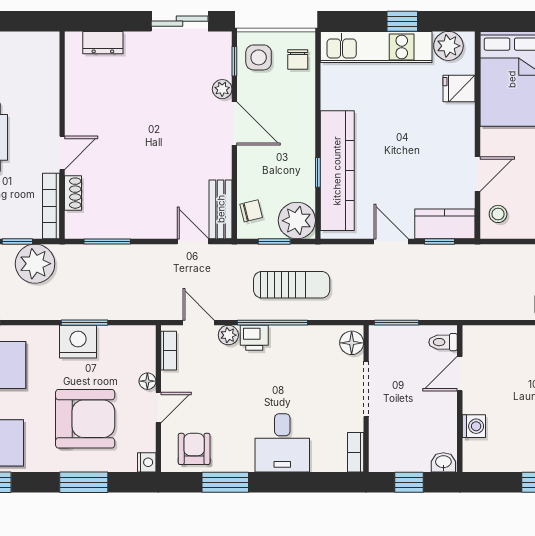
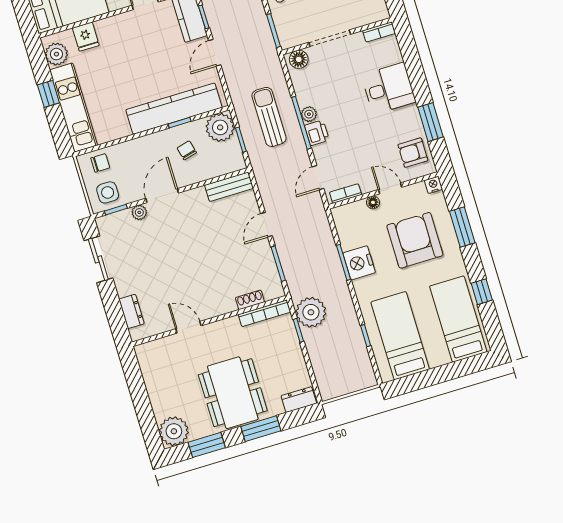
door: (62, 153) -> (188, 327), moved
chair: (251, 211) -> (187, 150), moved
door: (193, 242) -> (266, 225), moved
plant: (228, 335) -> (309, 114), moved

